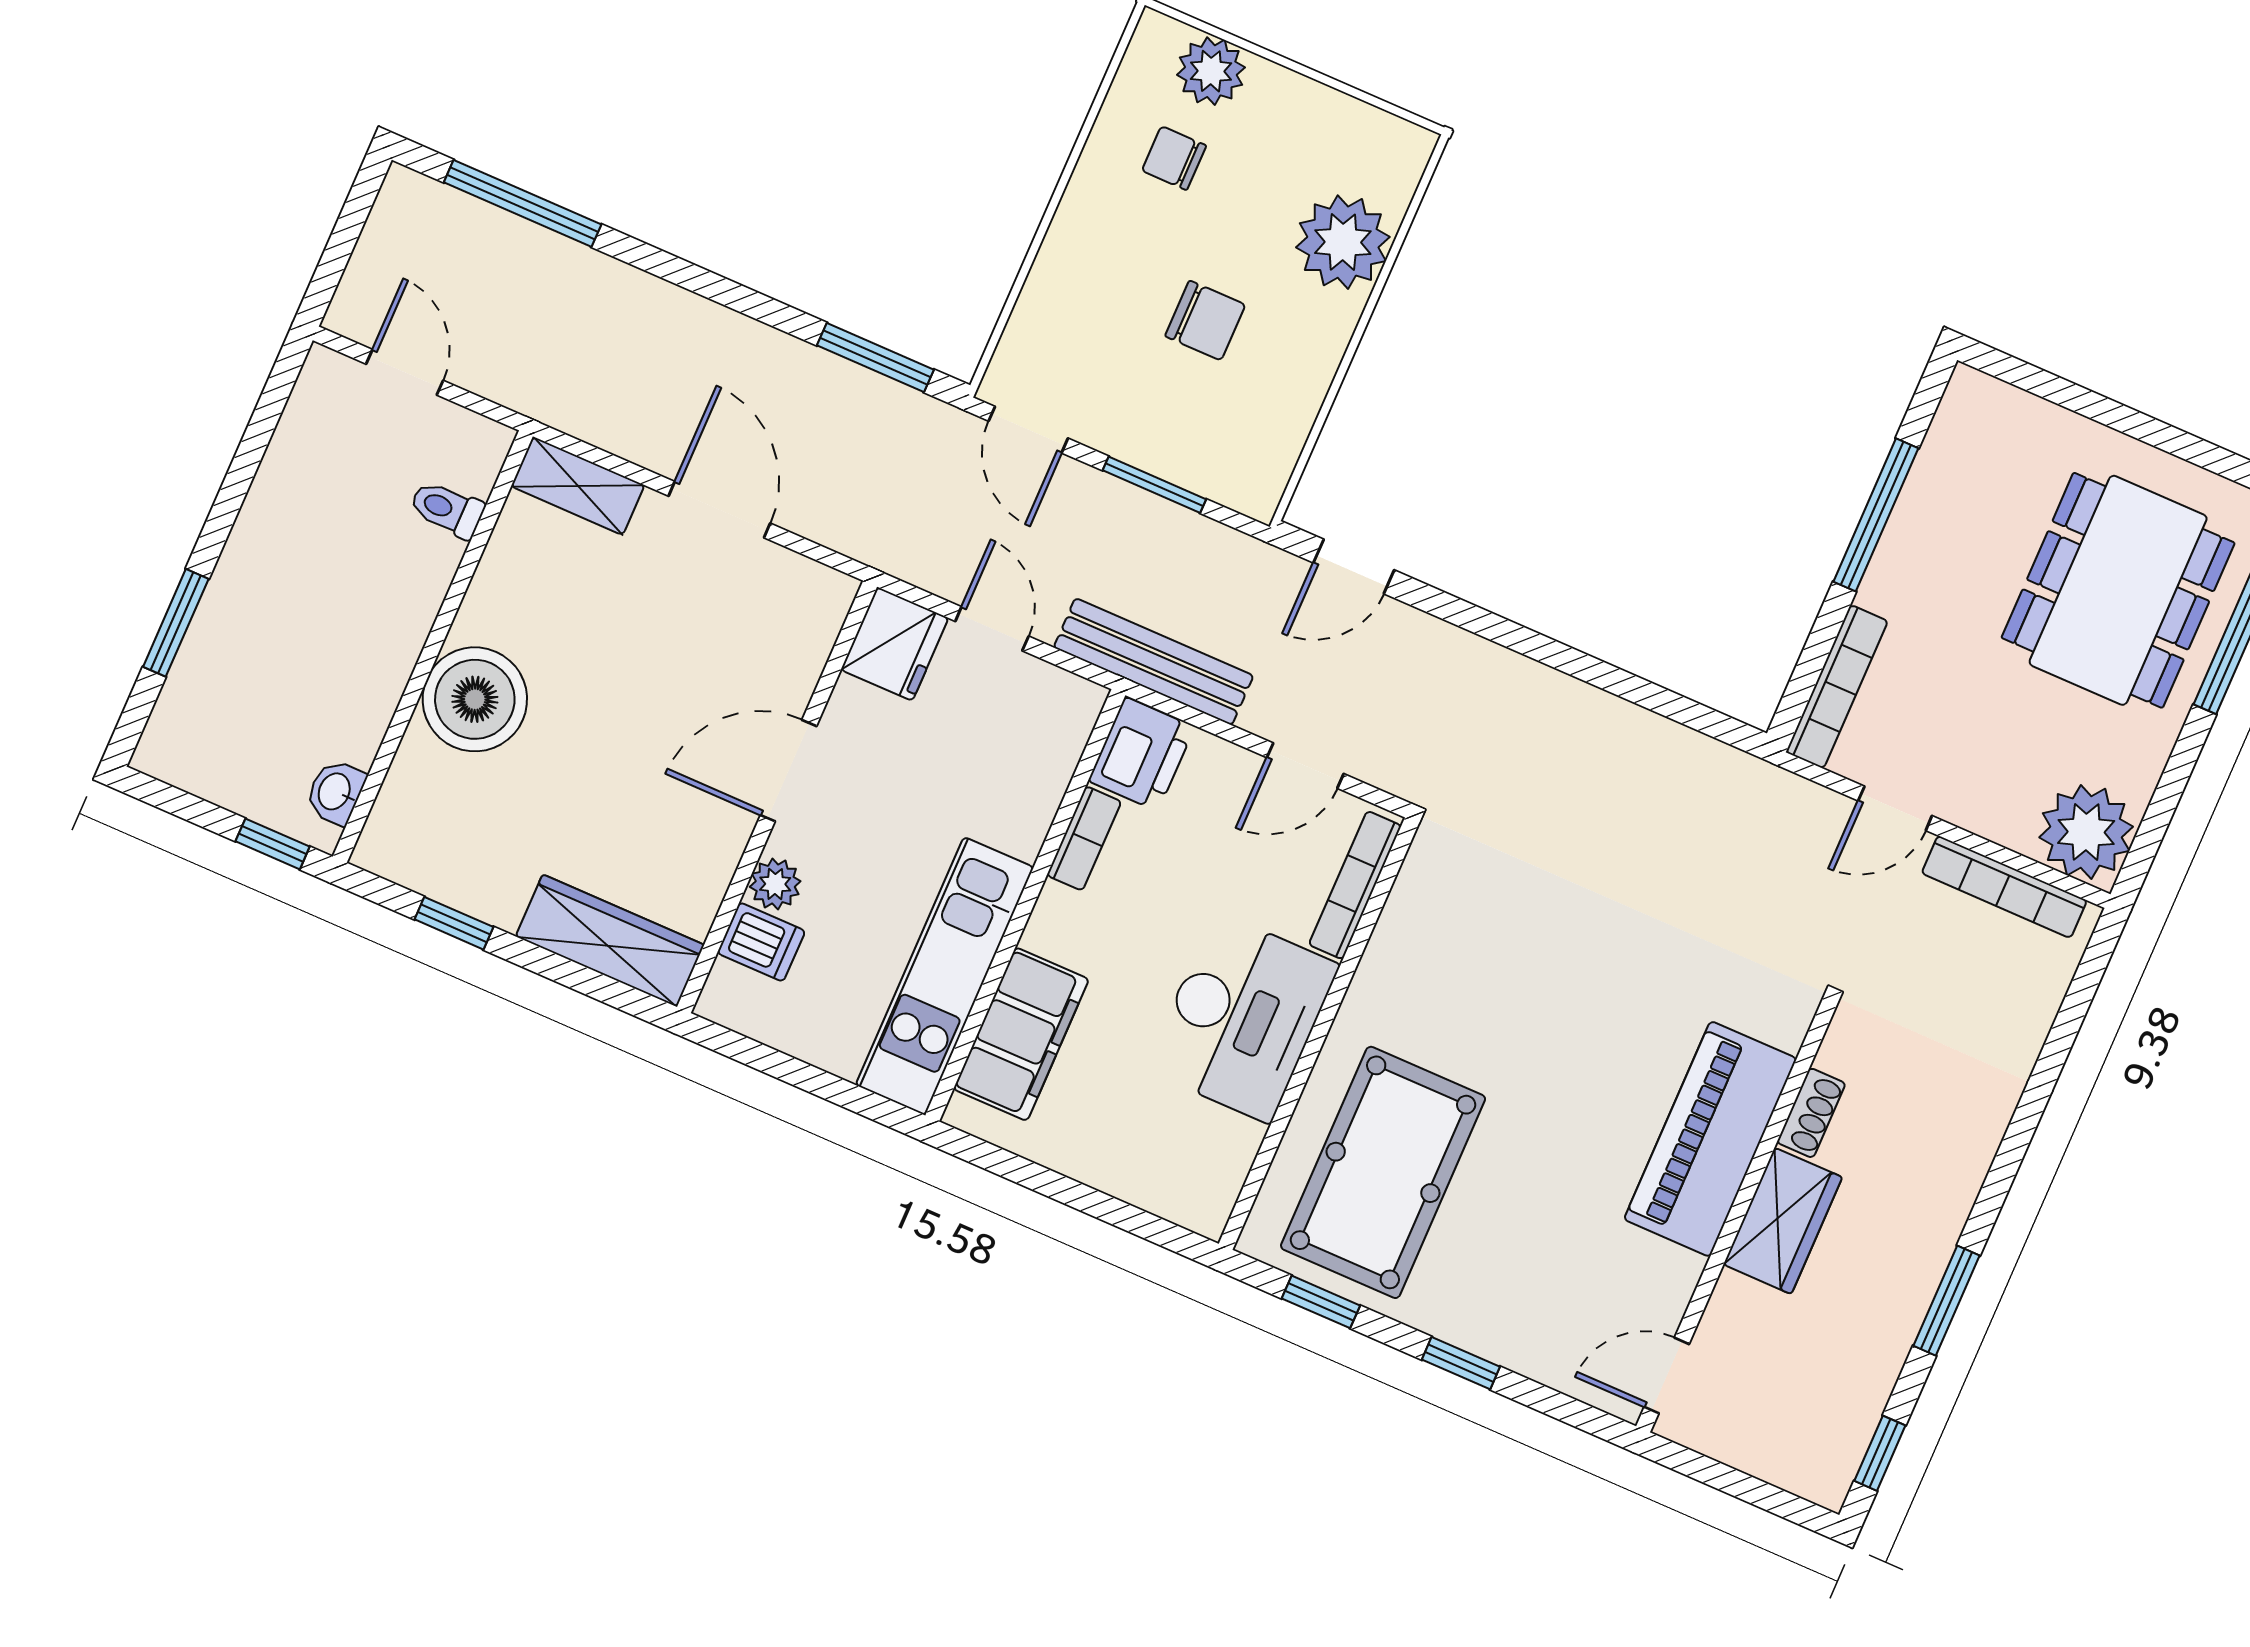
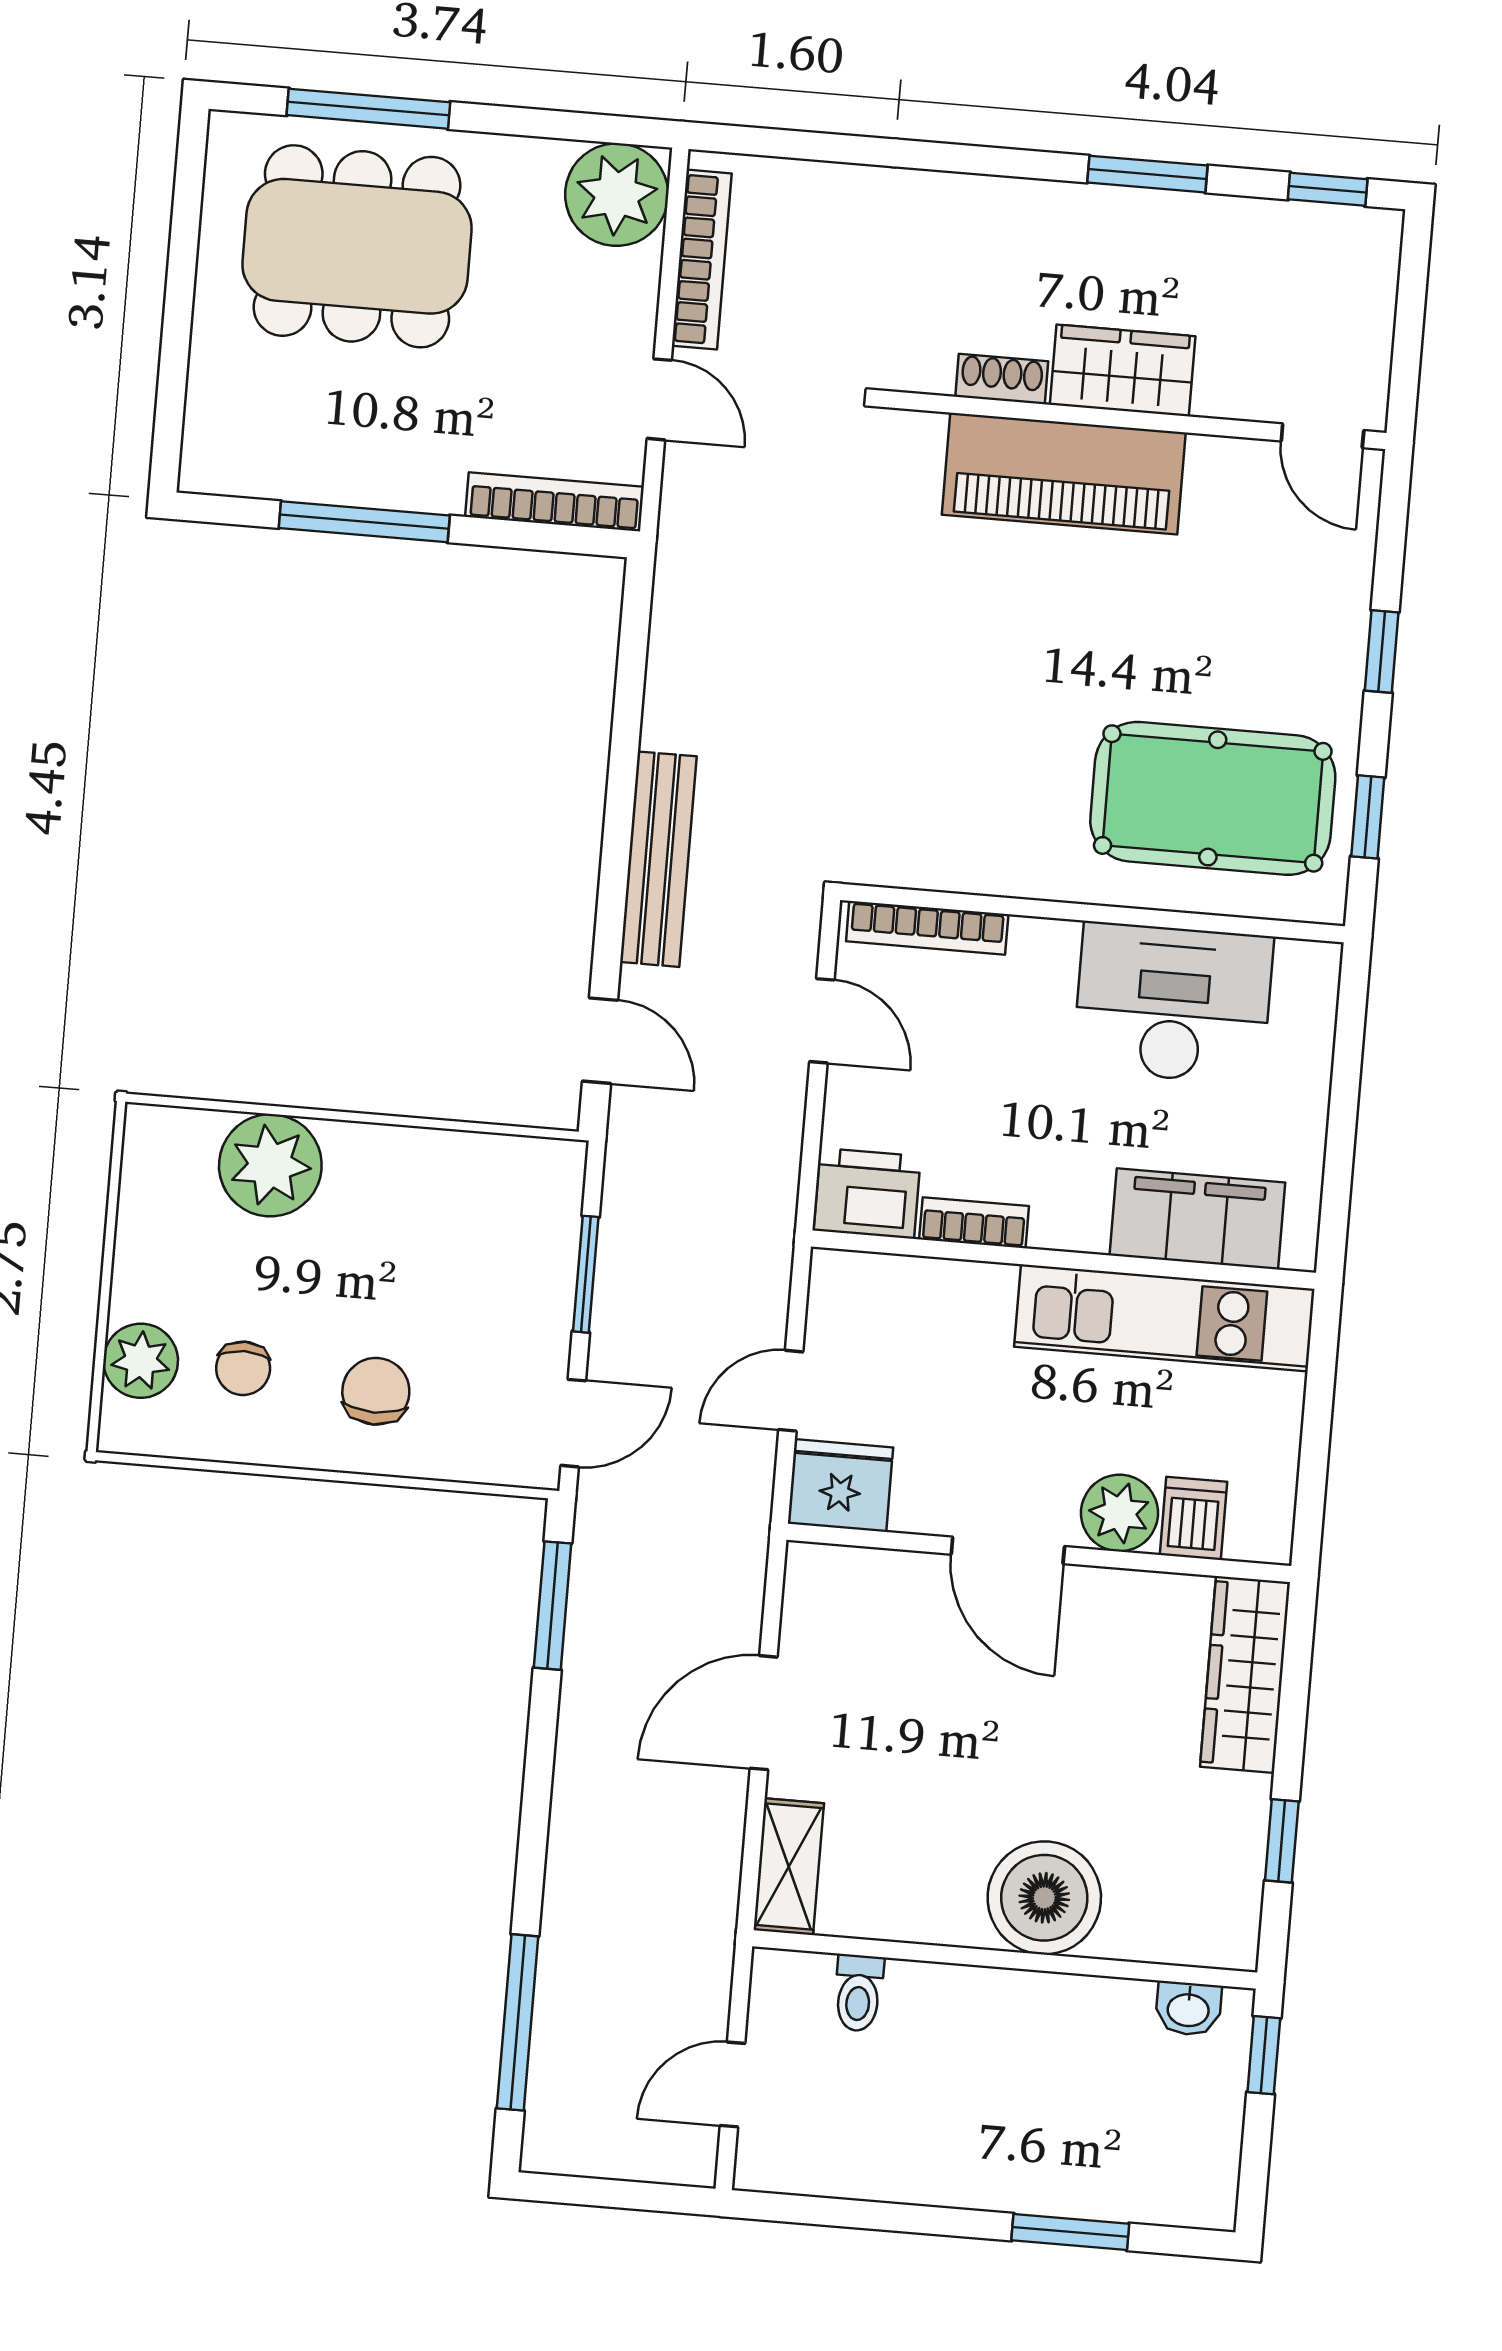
chair: (1205, 320) -> (376, 1391), moved
bench: (1154, 662) -> (658, 859), moved
plant: (775, 884) -> (1119, 1513), width x1.38, depth x1.38
desk: (1242, 1017) -> (1173, 1003), moved

